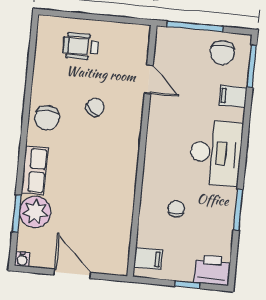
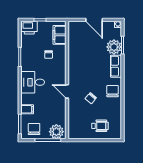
plant: (175, 43) -> (56, 132), added
door: (149, 79) -> (67, 91), moved
desk: (216, 153) -> (33, 82), width x0.73
filing cabinet: (148, 258) -> (59, 35), width x2.00

